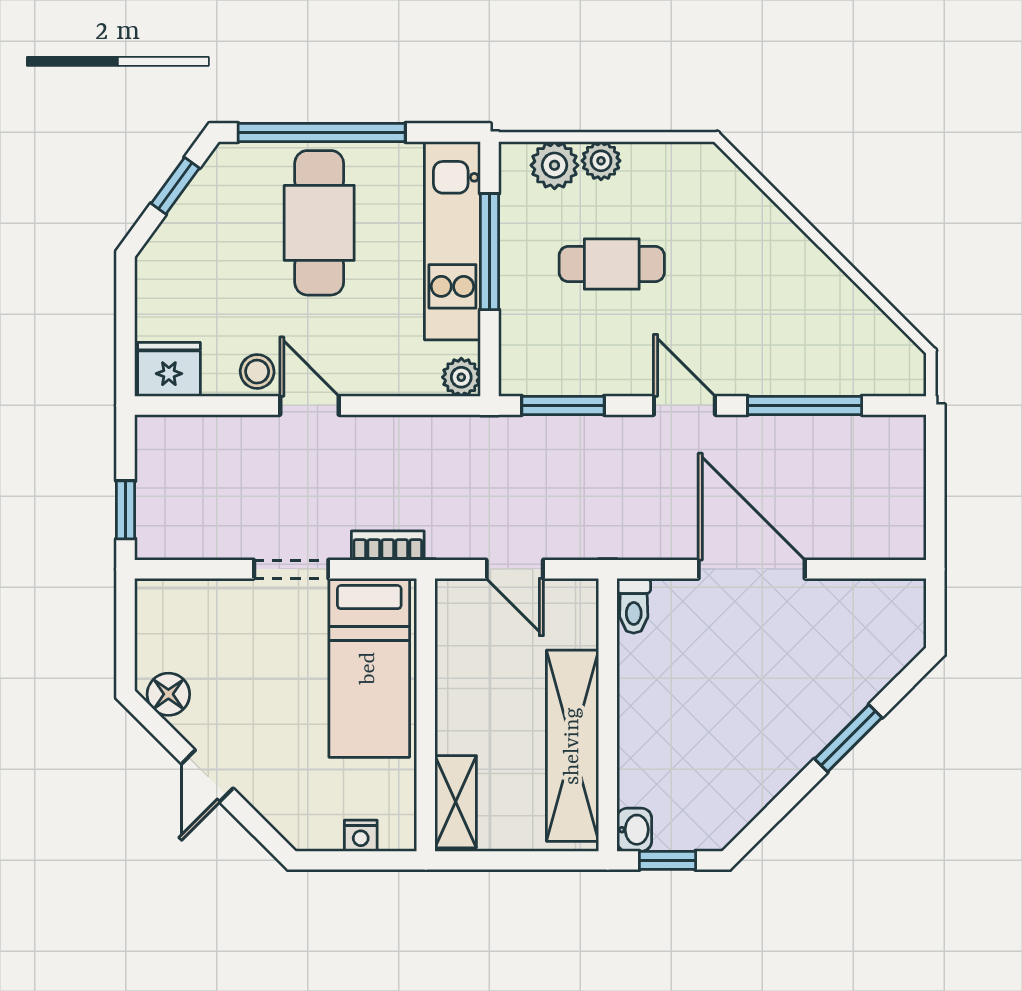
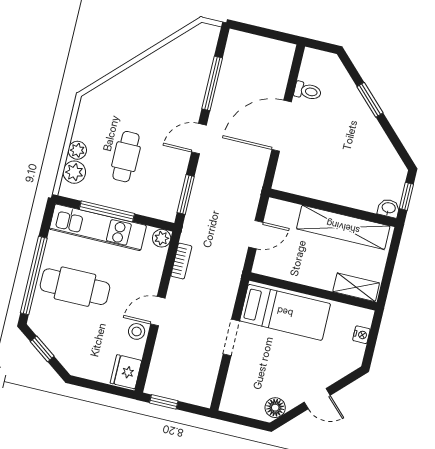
window: (126, 510) -> (164, 402), moved
bookcase: (388, 546) -> (181, 261), moved, turned 180
toilet: (634, 606) -> (308, 91), moved

